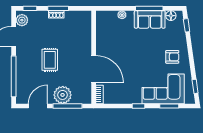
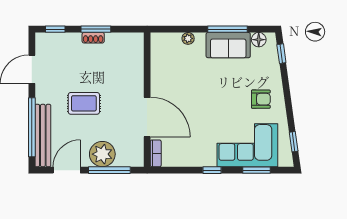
plant: (22, 20) -> (44, 46), removed
rug: (50, 60) -> (84, 103), turned 90
bench: (21, 82) -> (43, 136), added

